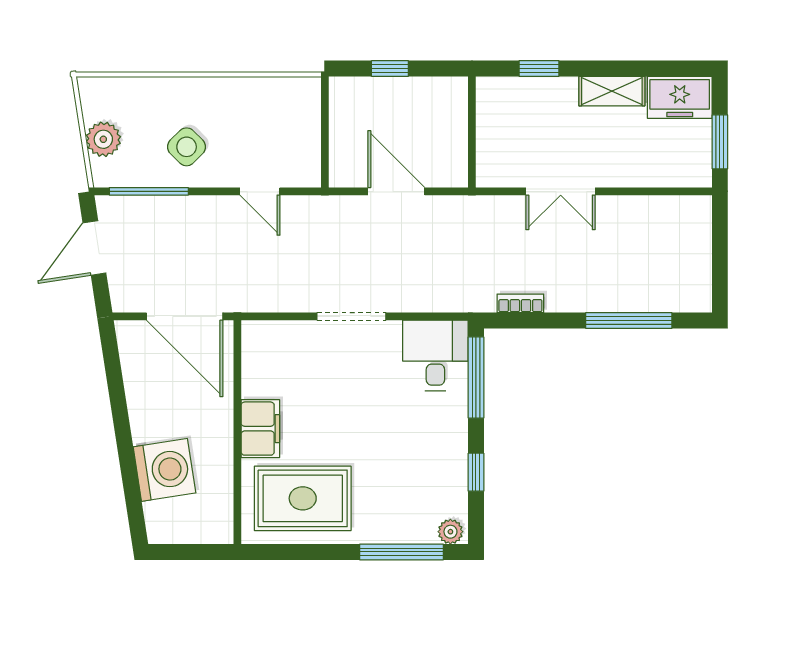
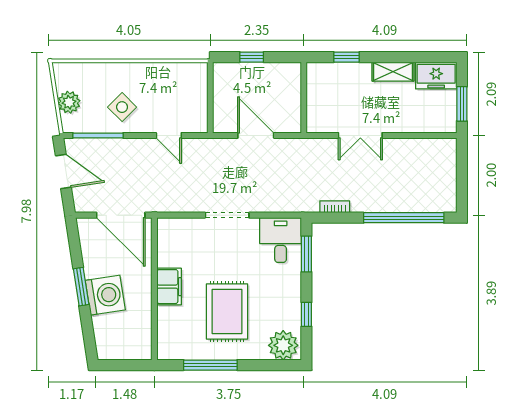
door: (94, 248) -> (63, 171), swing flipped
window: (629, 321) -> (404, 218), width x1.46
window: (476, 377) -> (306, 254), width x0.69
window: (122, 429) -> (81, 287), added
washing machine: (164, 470) -> (105, 295), moved
rug: (303, 498) -> (227, 311), moved, turned 90
plant: (450, 532) -> (283, 345), width x1.88, depth x1.88
window: (402, 552) -> (210, 365), moved

